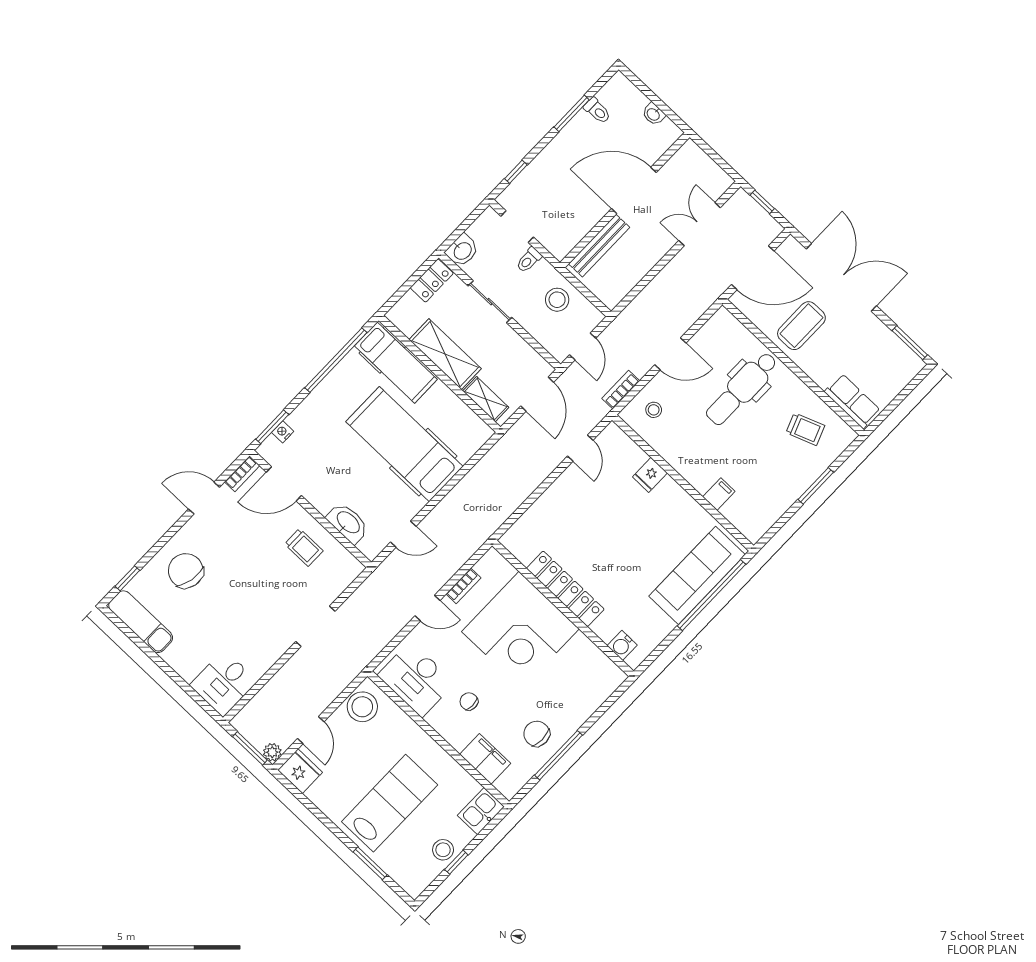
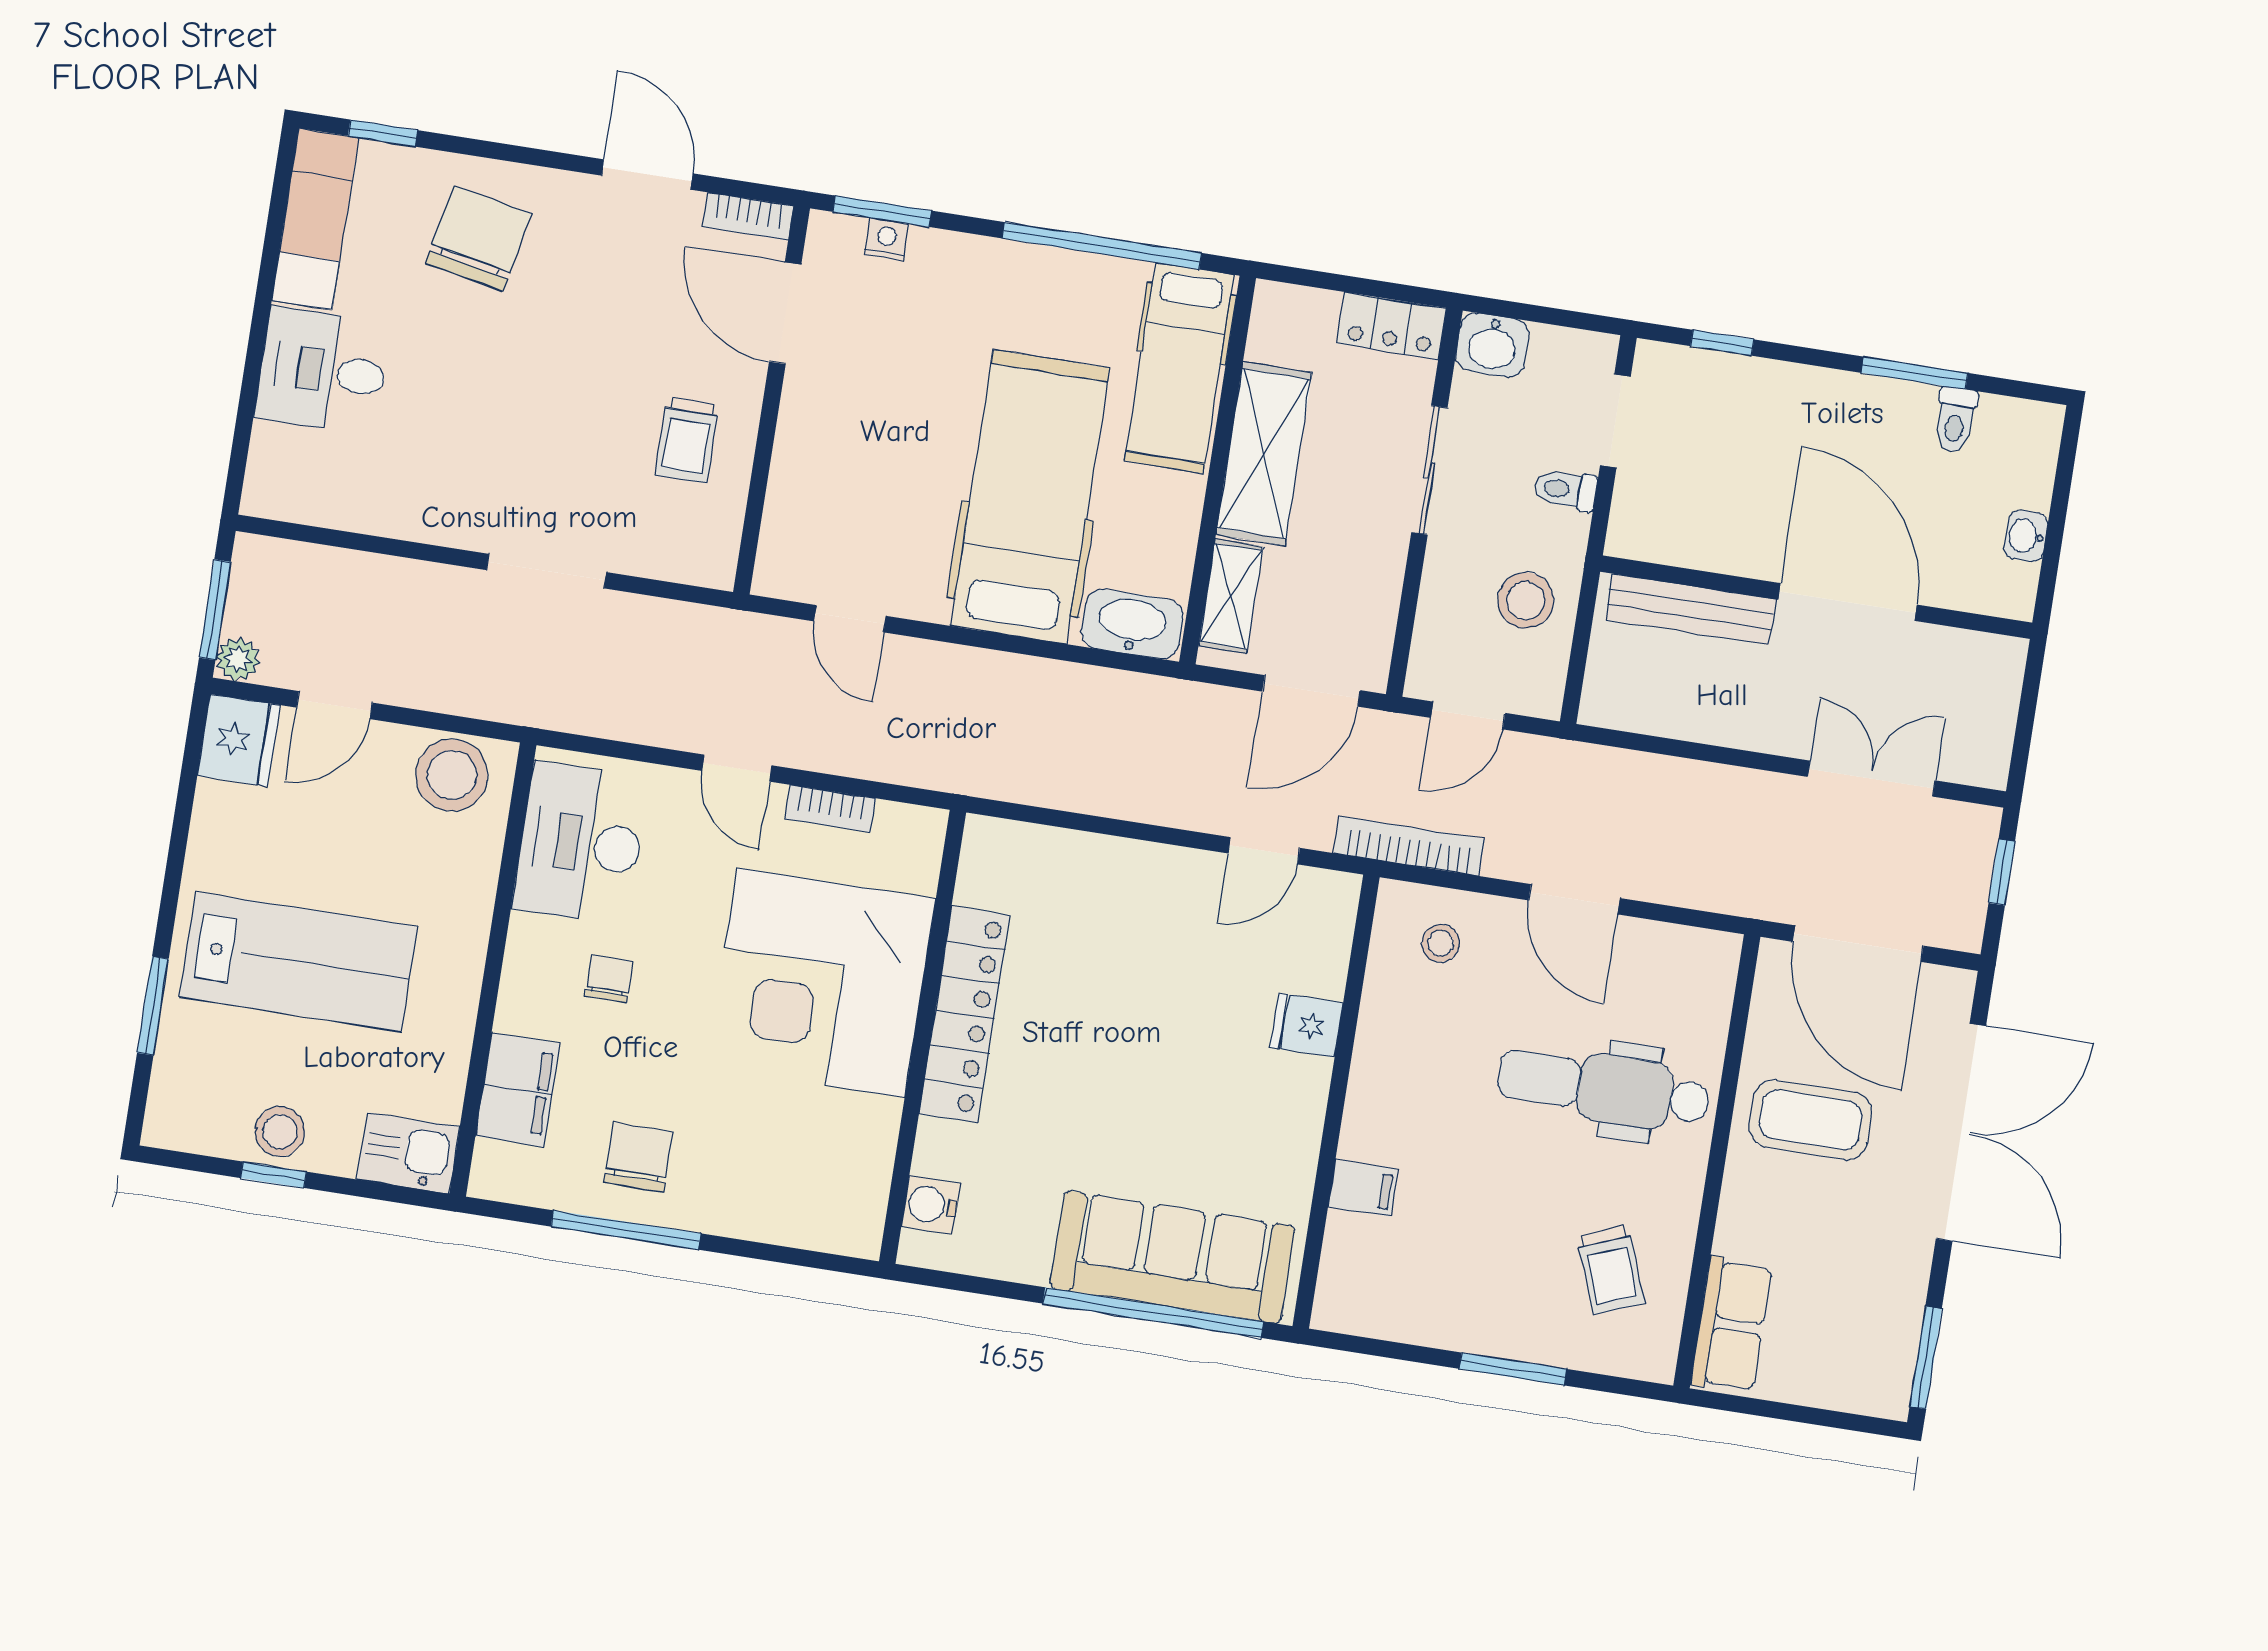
bookcase: (621, 390) -> (1409, 846), width x1.56
washbasin: (348, 523) -> (1132, 624), moved, turned -90
desk: (224, 683) -> (323, 371), moved

